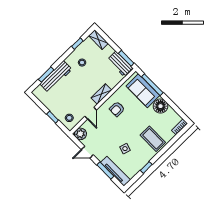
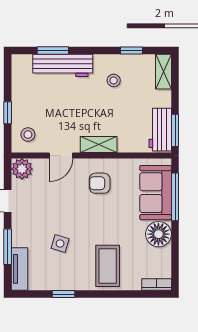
tv unit: (115, 171) -> (20, 269), width x0.71

